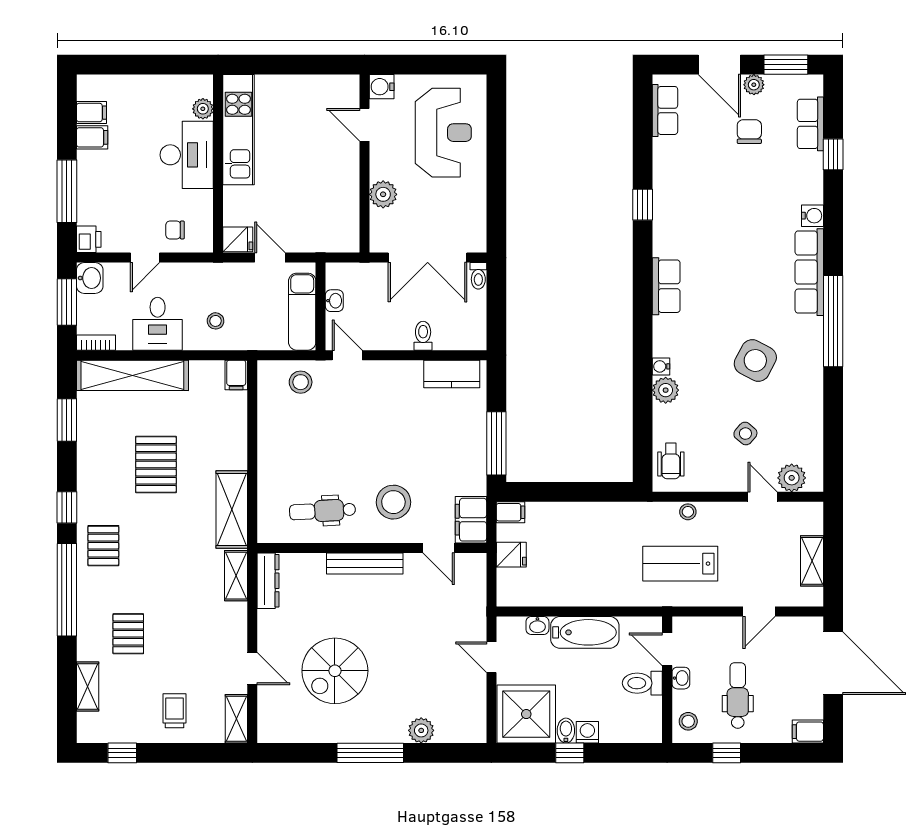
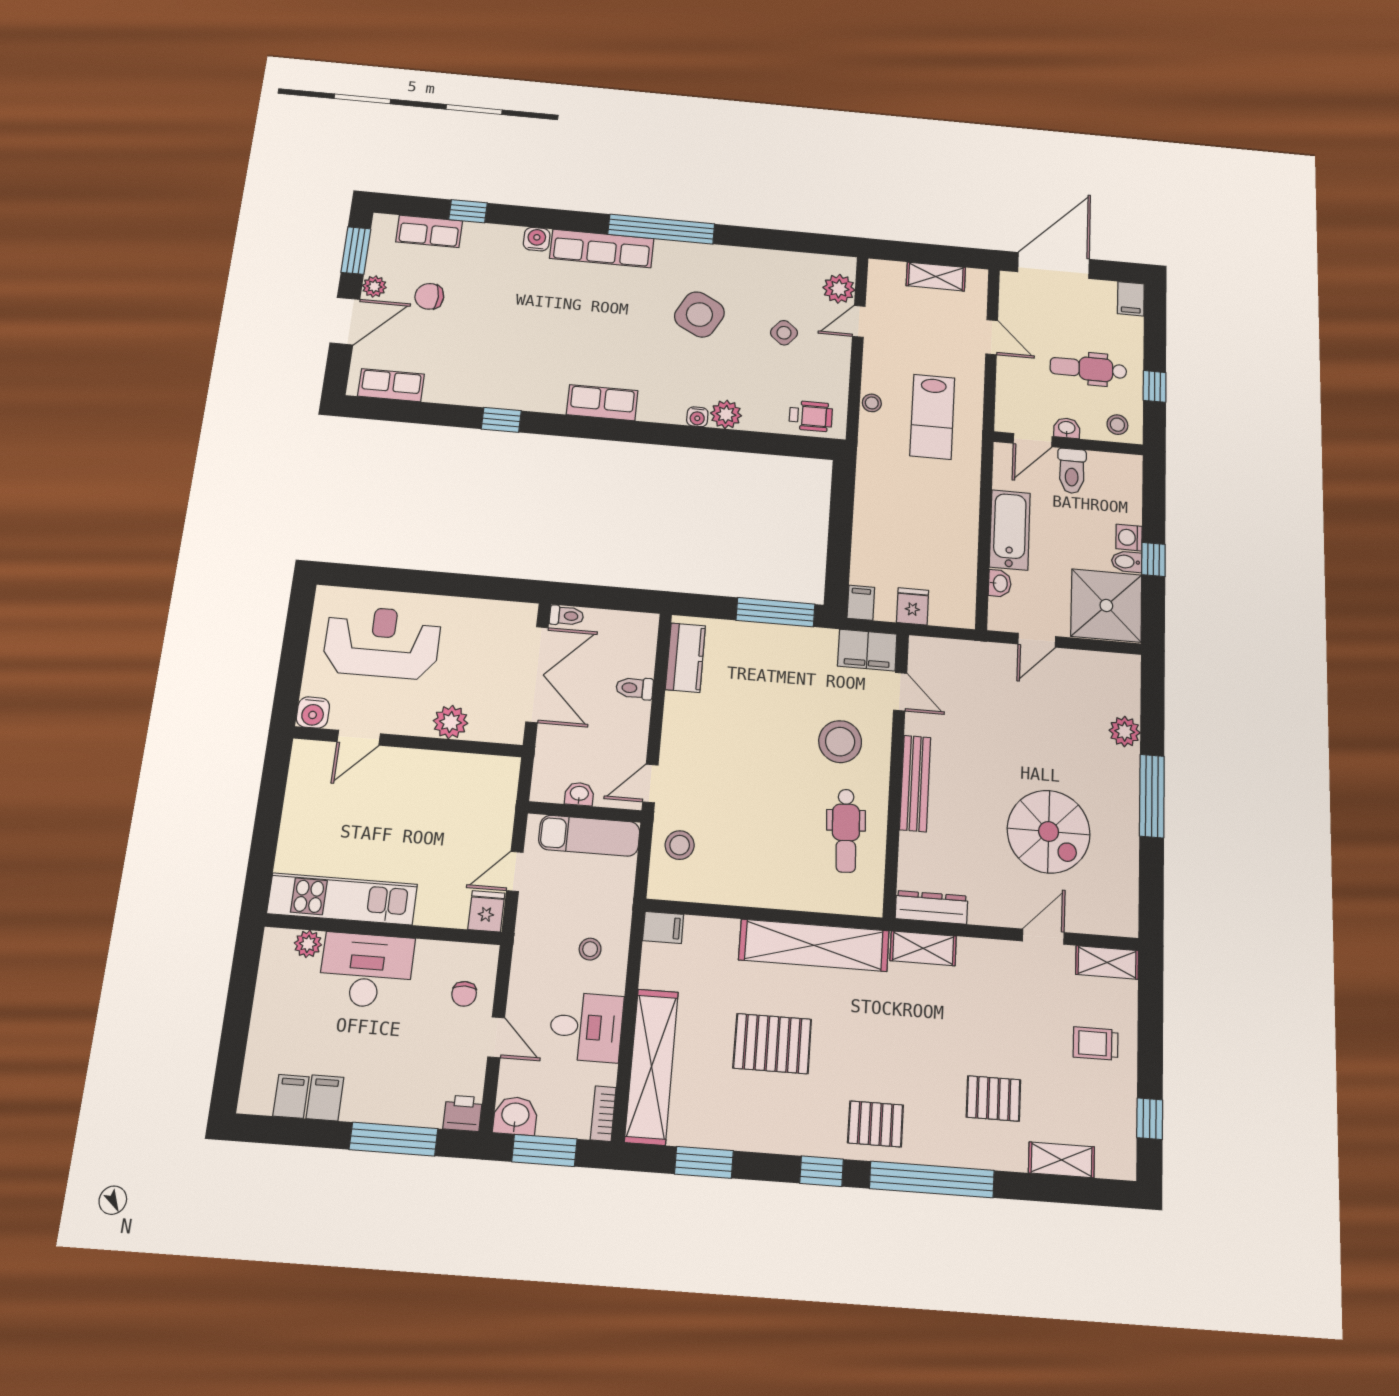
shelving: (232, 510) -> (814, 945), width x1.47
door: (439, 548) -> (900, 692), hinge flipped

